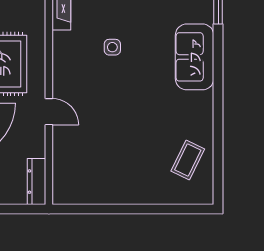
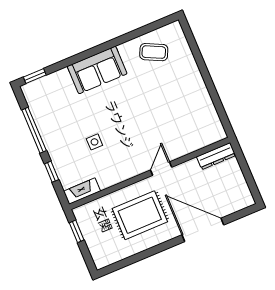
sofa: (195, 57) -> (97, 70), moved

